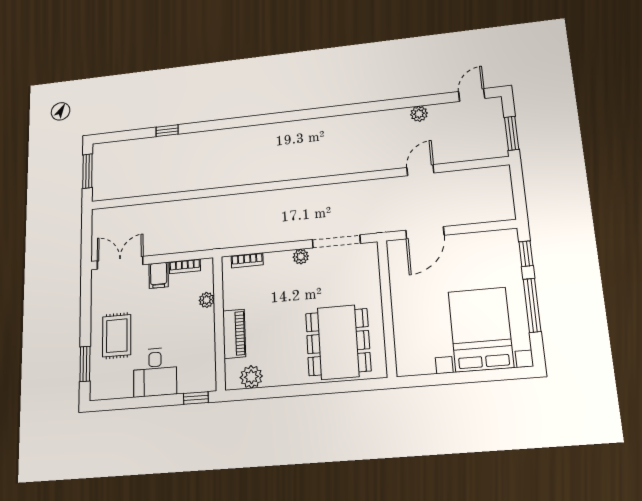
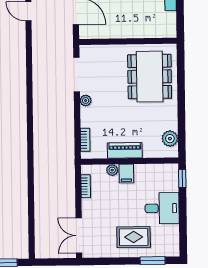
filing cabinet: (159, 275) -> (126, 174), moved, turned 90
piano: (234, 334) -> (125, 150), moved
dining table: (338, 342) -> (150, 77), turned 90

